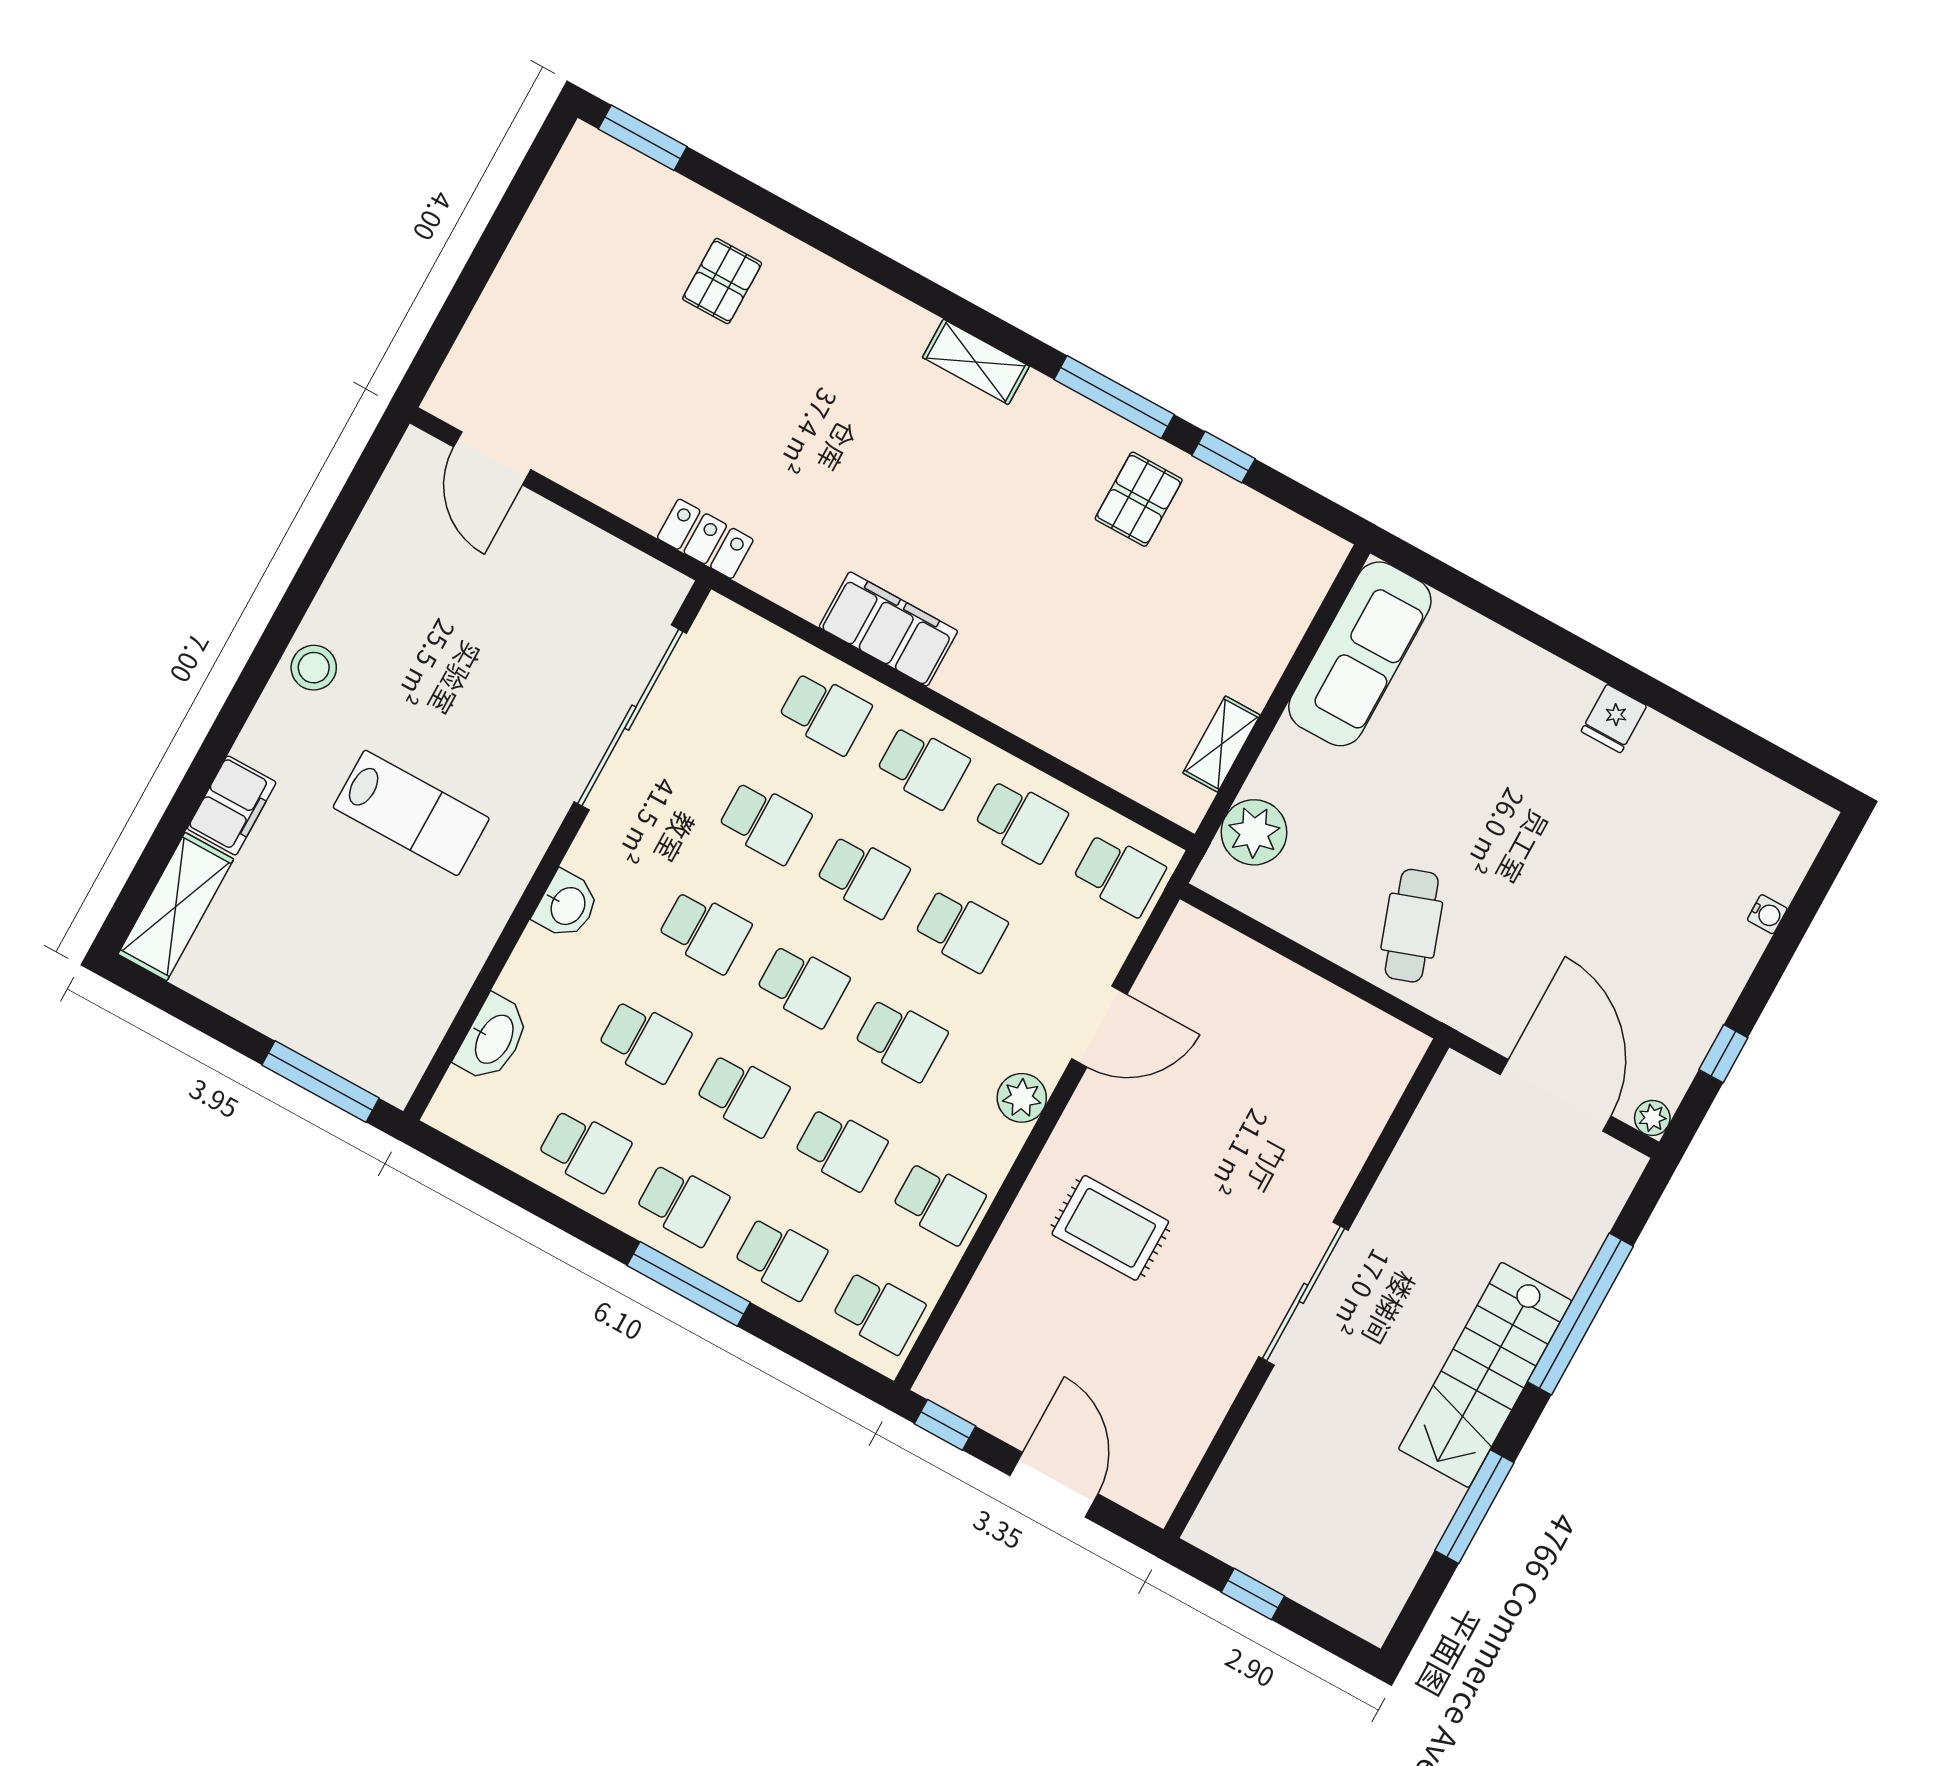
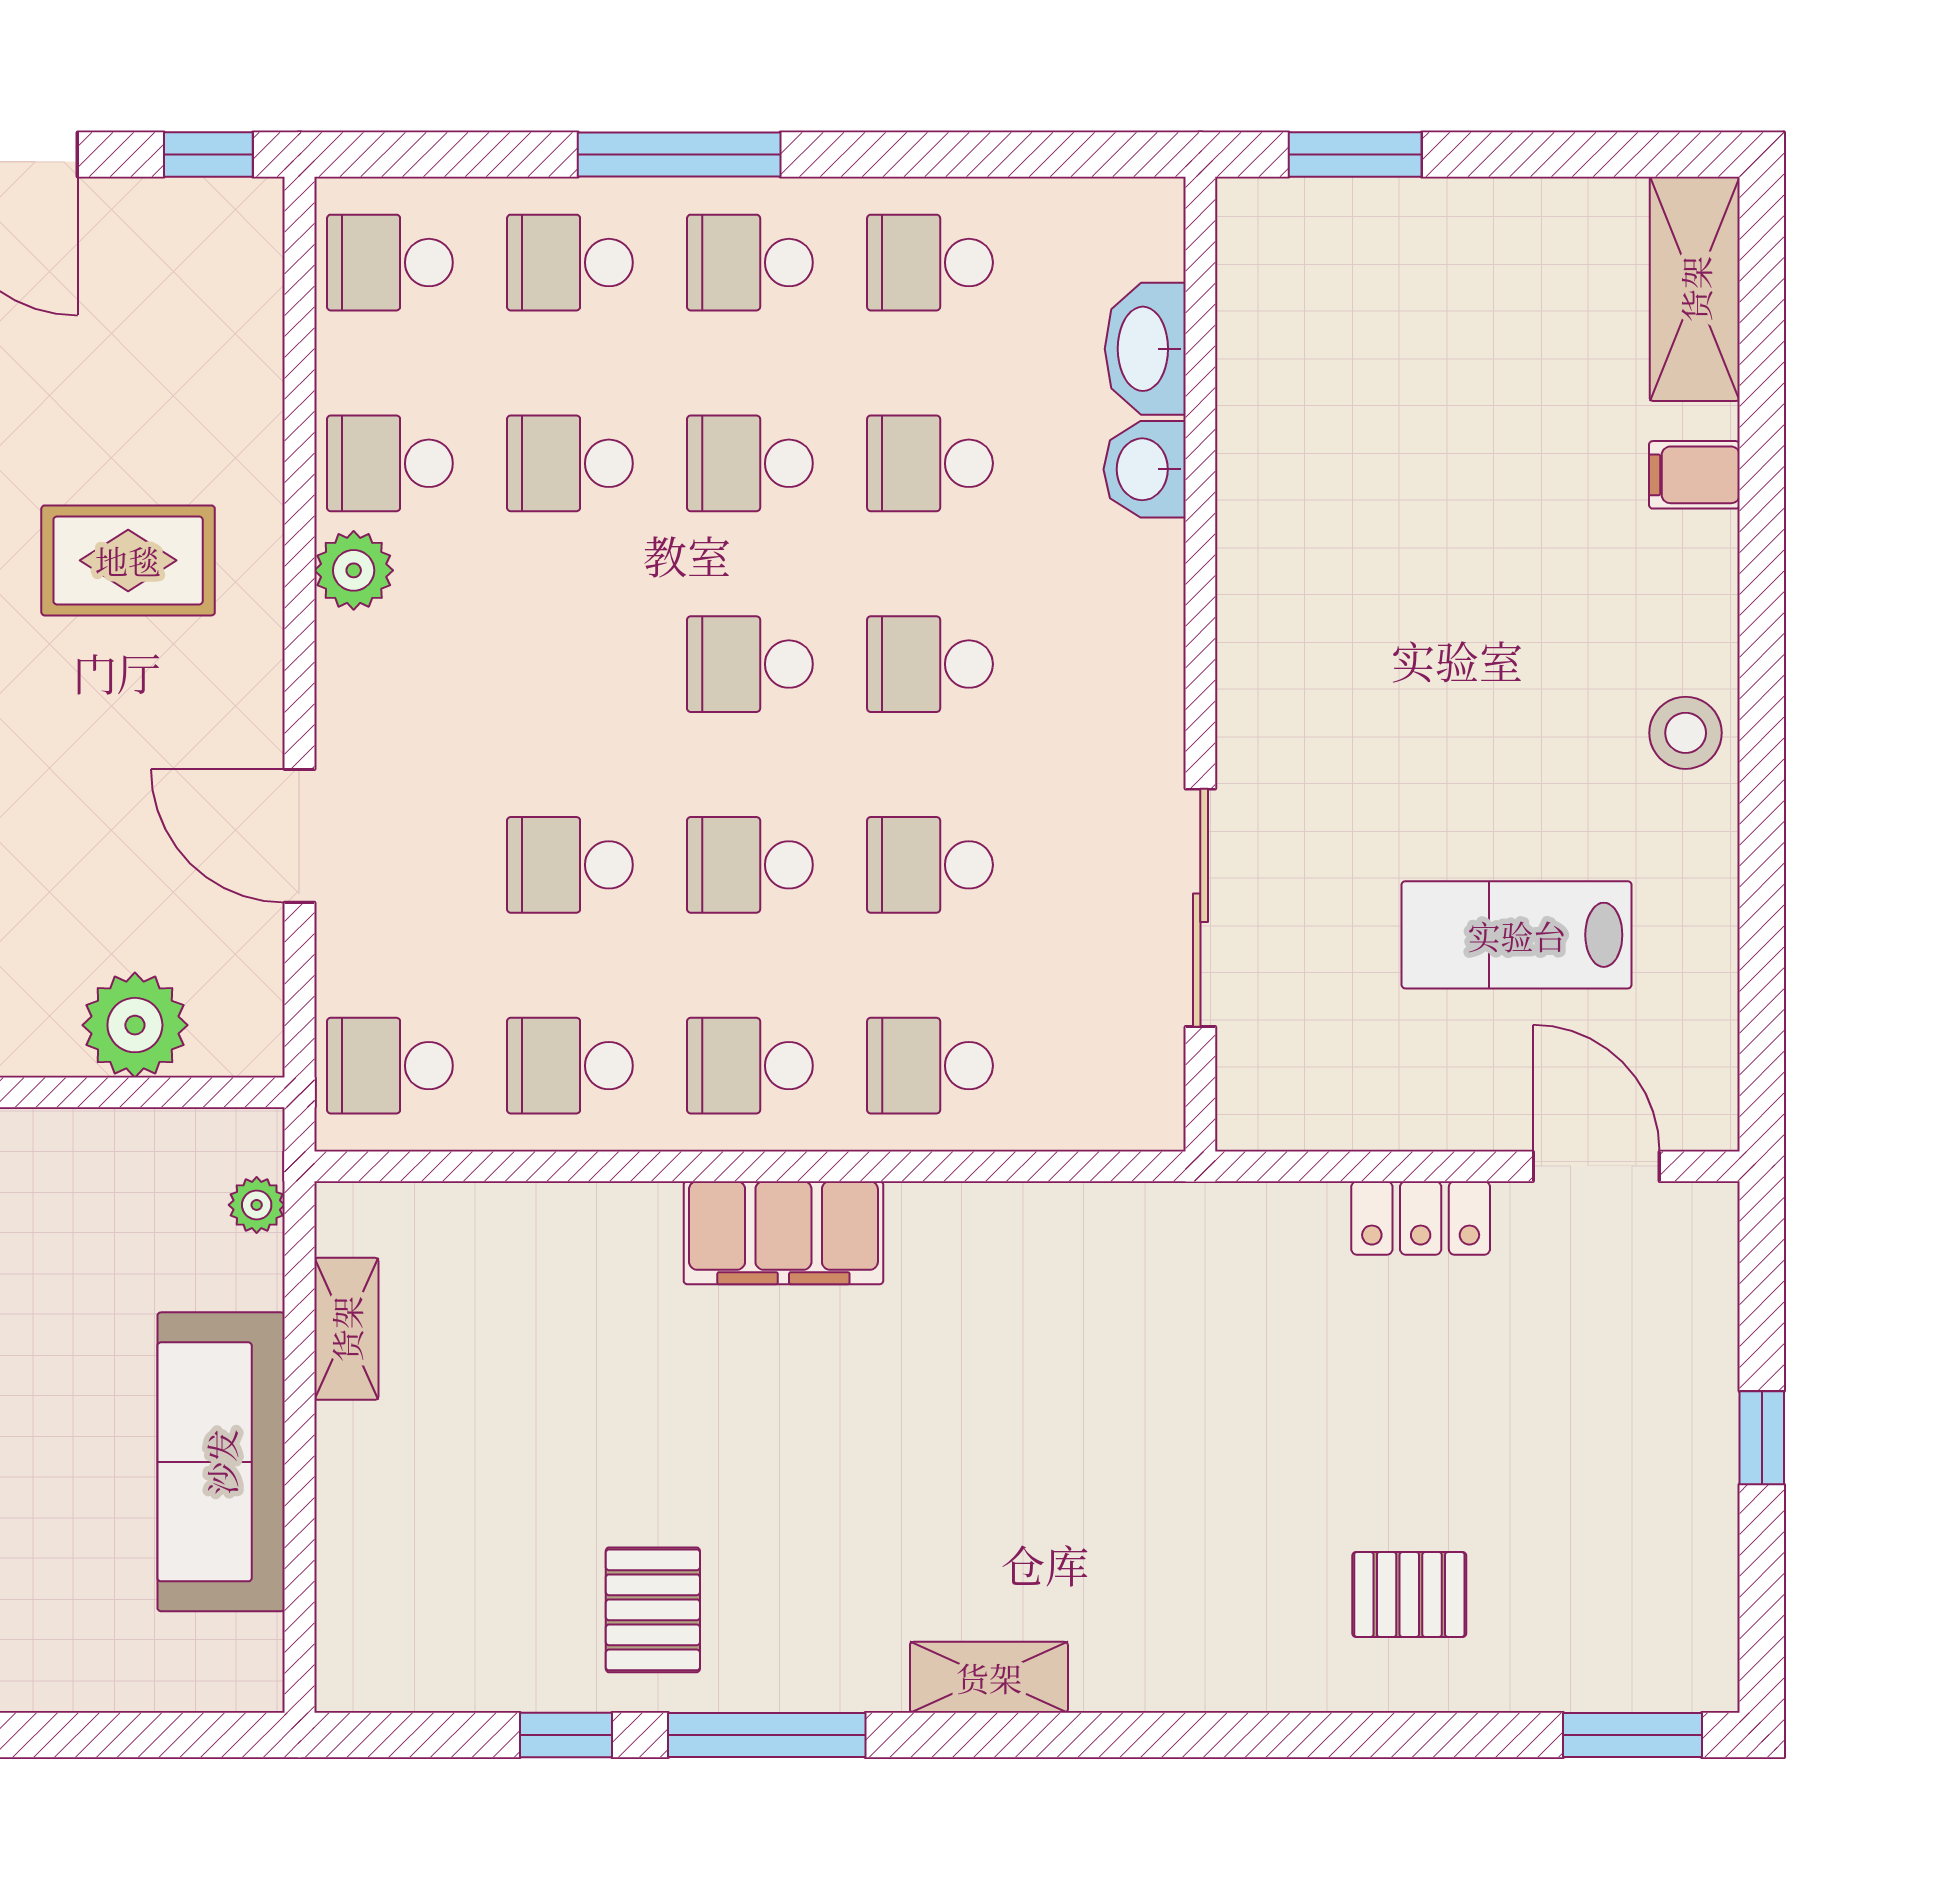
window: (483, 261) -> (1762, 1438), added
pallet: (722, 281) -> (1409, 1594), turned 90
locker: (705, 539) -> (1421, 1218), moved
filing cabinet: (888, 629) -> (783, 1233), moved
sofa: (1360, 654) -> (221, 1462), moved
sliding door: (630, 718) -> (1200, 908), width x0.73
filing cabinet: (232, 805) -> (1694, 475), width x0.50
lab bench: (411, 813) -> (1517, 935), moved
plant: (1254, 832) -> (257, 1205), width x0.53, depth x0.53
washbasin: (567, 905) -> (1145, 469), moved
plant: (1246, 973) -> (135, 1025), added
door: (1099, 1027) -> (299, 836), hinge flipped
school desk: (901, 1039) -> (570, 664), removed
window: (321, 1082) -> (1355, 155), width x0.69
plant: (1022, 1098) -> (354, 570), moved

